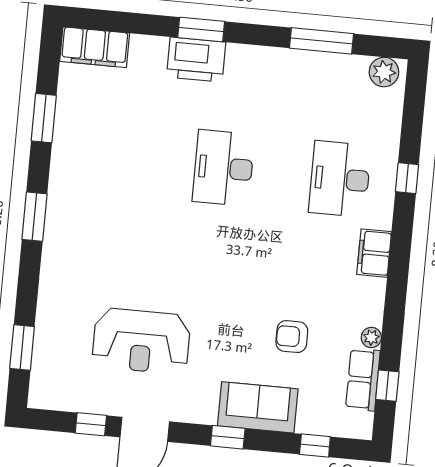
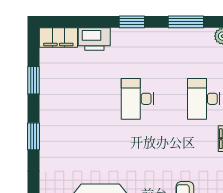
window: (201, 29) -> (132, 22), moved
printer: (196, 60) -> (94, 39), moved

